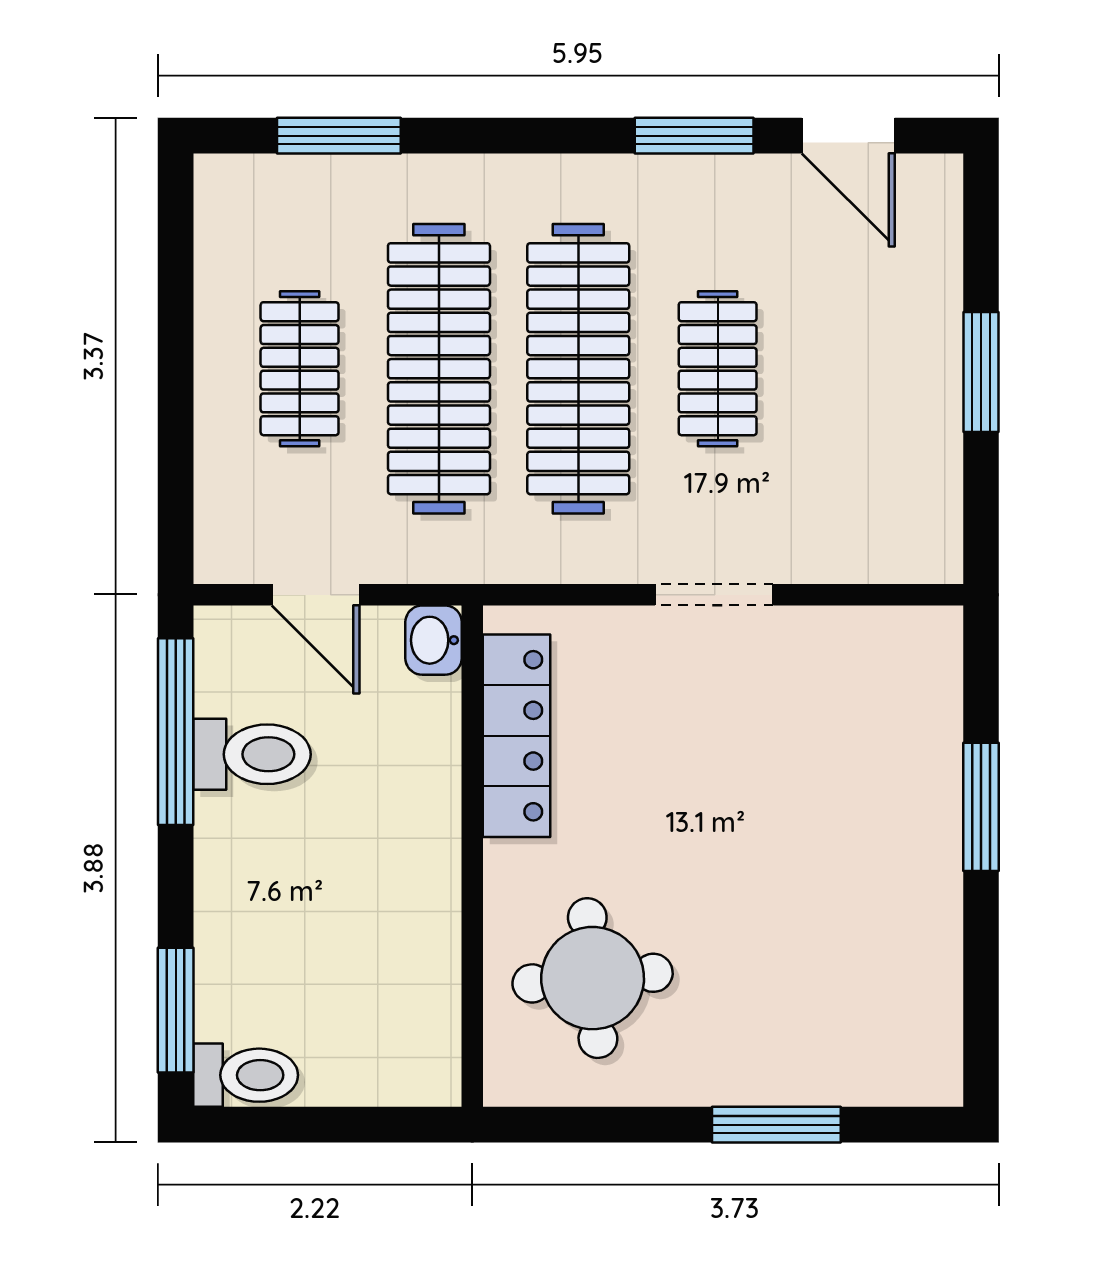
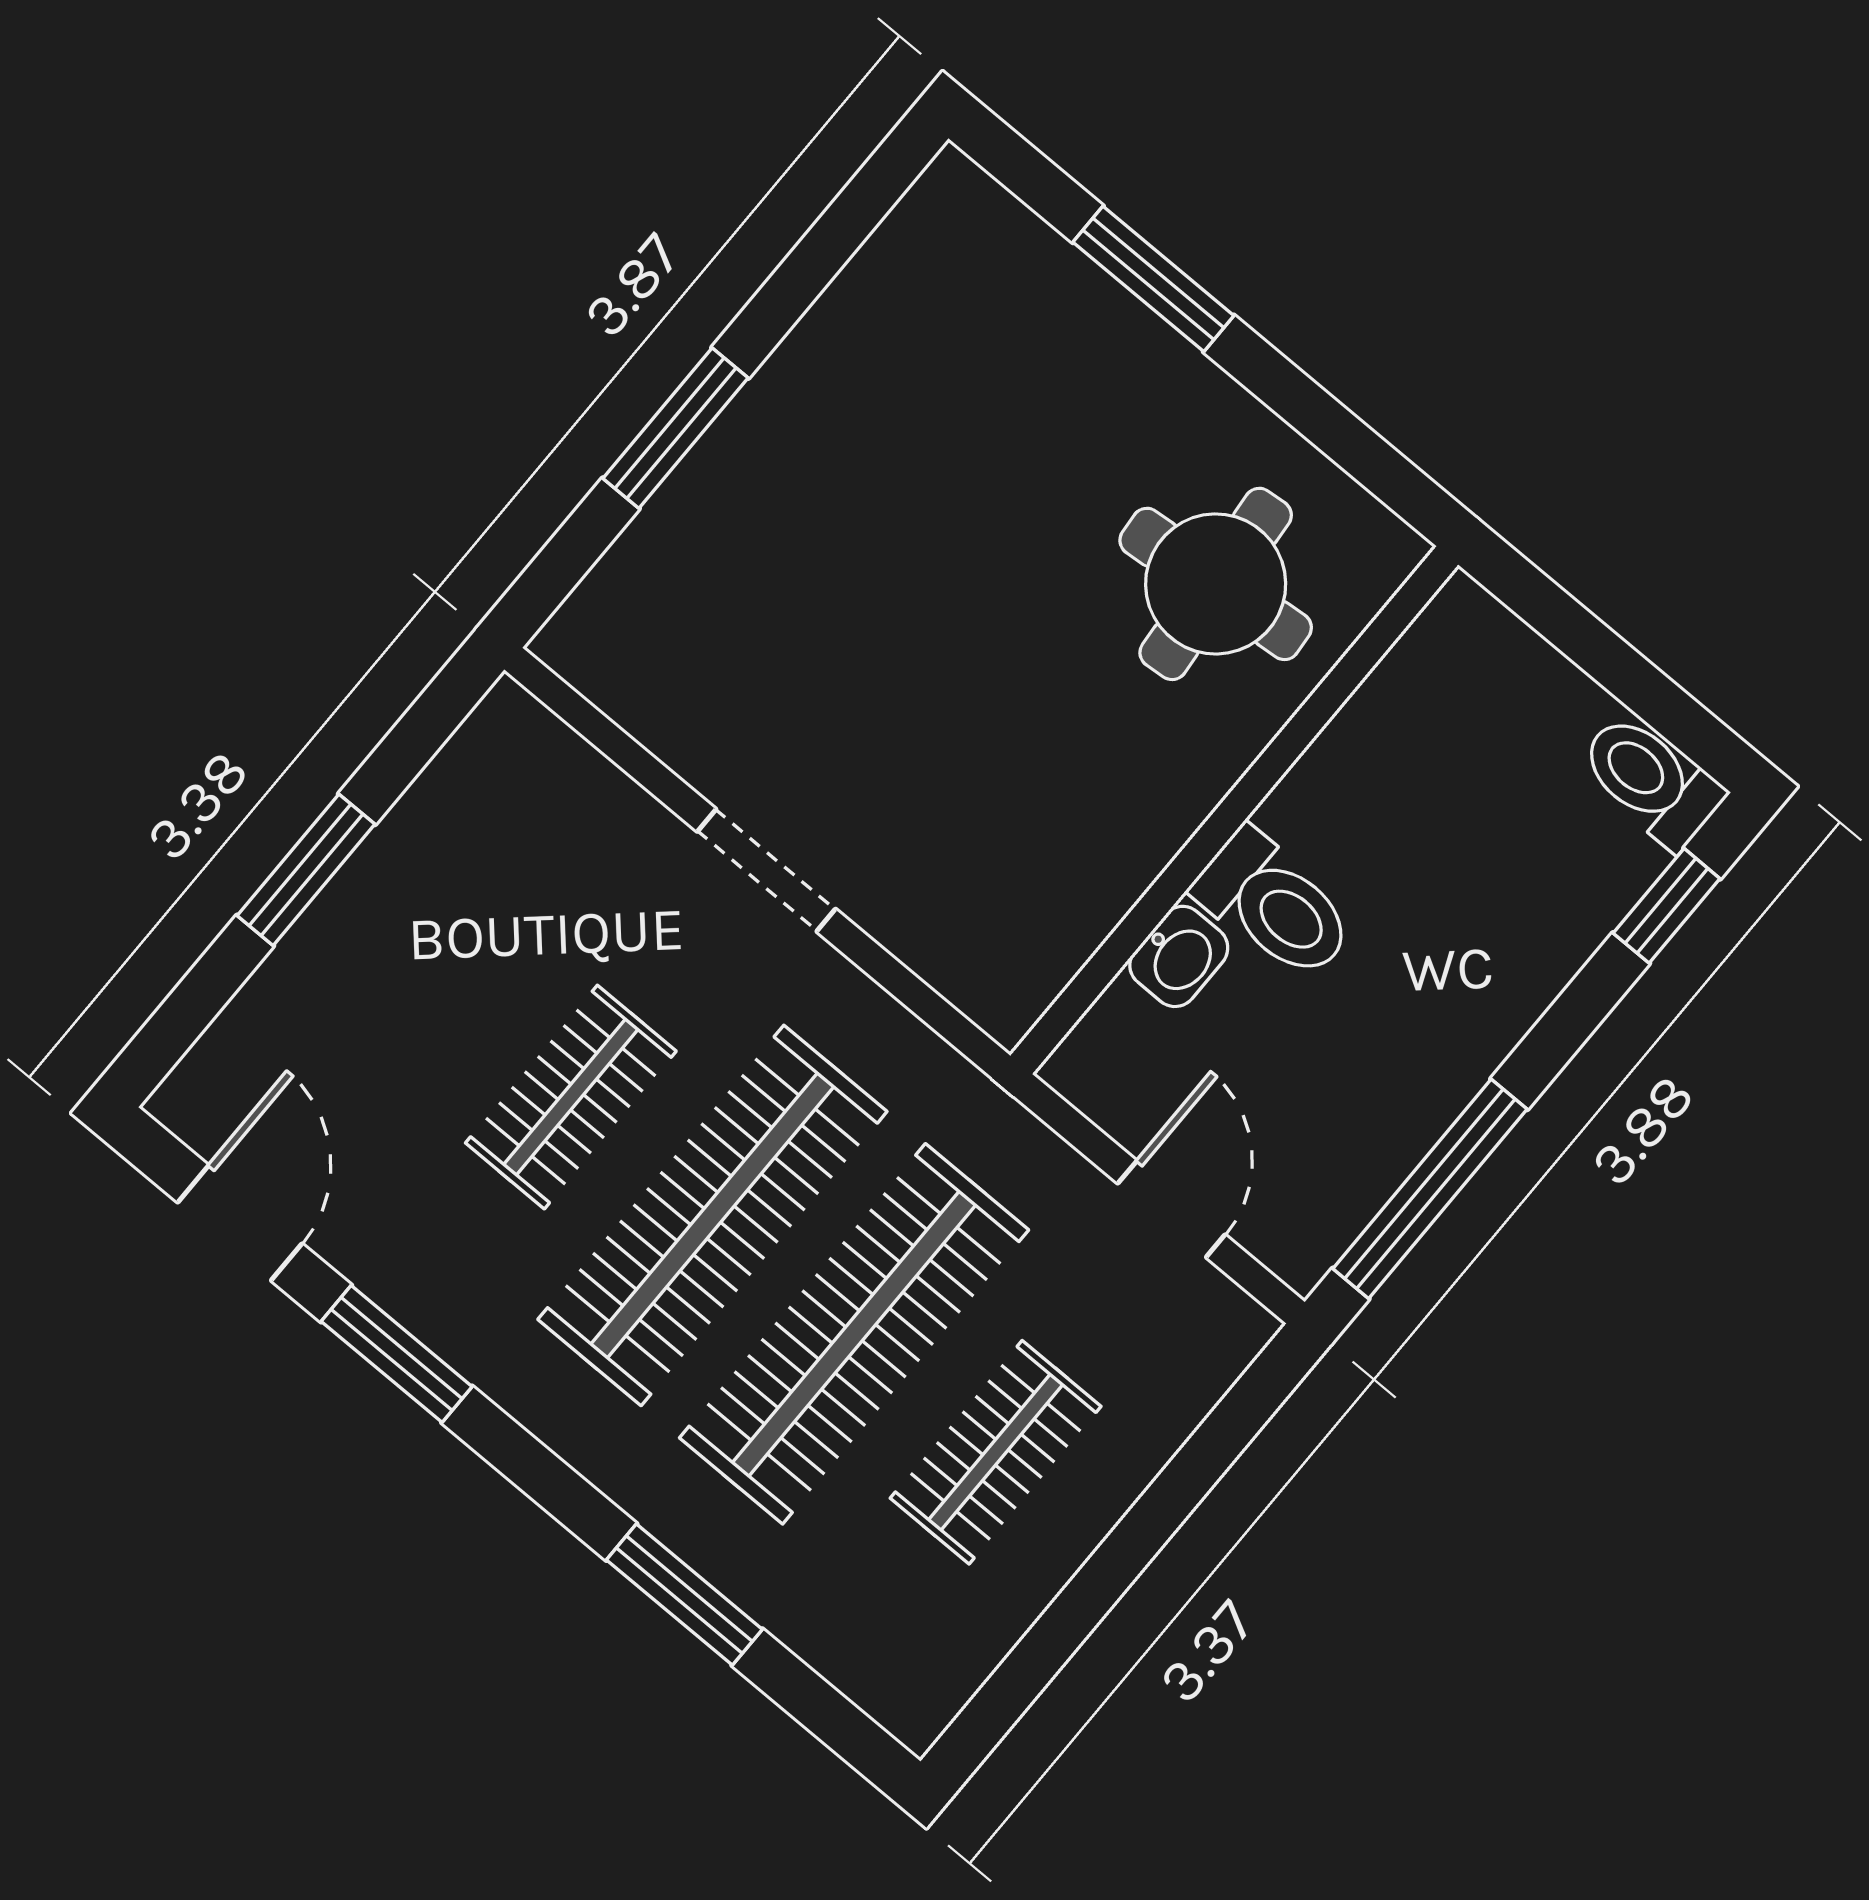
window: (339, 136) -> (684, 1595), moved
washbasin: (434, 640) -> (1179, 956), moved
locker: (516, 736) -> (1087, 895), removed
toilet: (252, 754) -> (1274, 905), moved, turned 180
window: (176, 1010) -> (1667, 906), width x0.67

